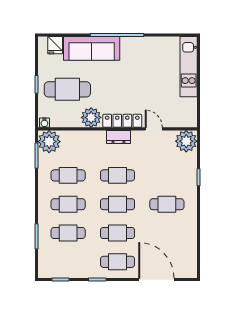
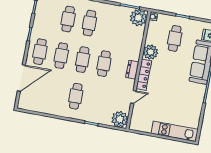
cafe table: (67, 89) -> (175, 38), width x0.73, depth x0.74
cafe table: (68, 175) -> (111, 27), removed

